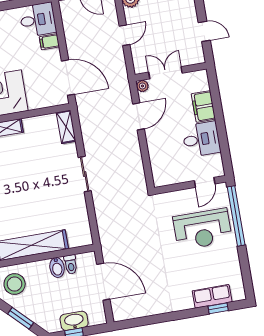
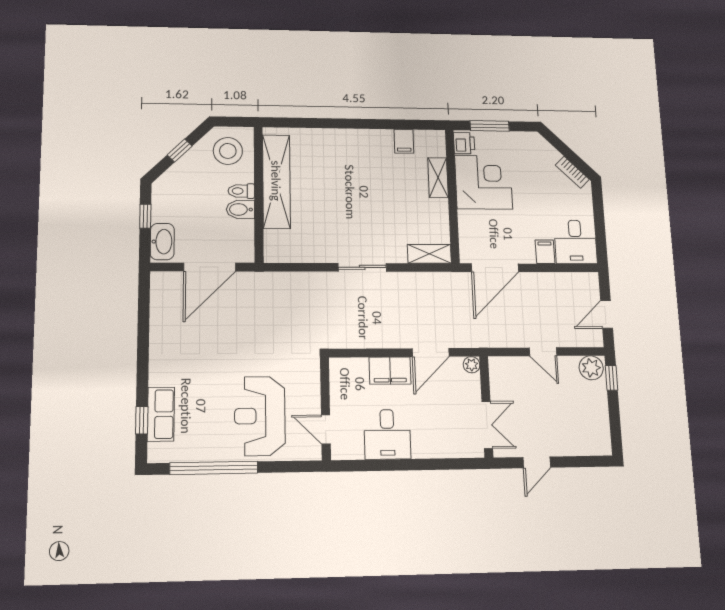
double door: (165, 73) -> (487, 425), moved
filing cabinet: (203, 106) -> (390, 371), moved, turned 180
door: (138, 116) -> (431, 352), hinge flipped
window: (236, 216) -> (214, 468), moved
toilet: (71, 264) -> (241, 191), moved
window: (21, 318) -> (180, 150), width x0.67
washbasin: (74, 321) -> (162, 242), moved

